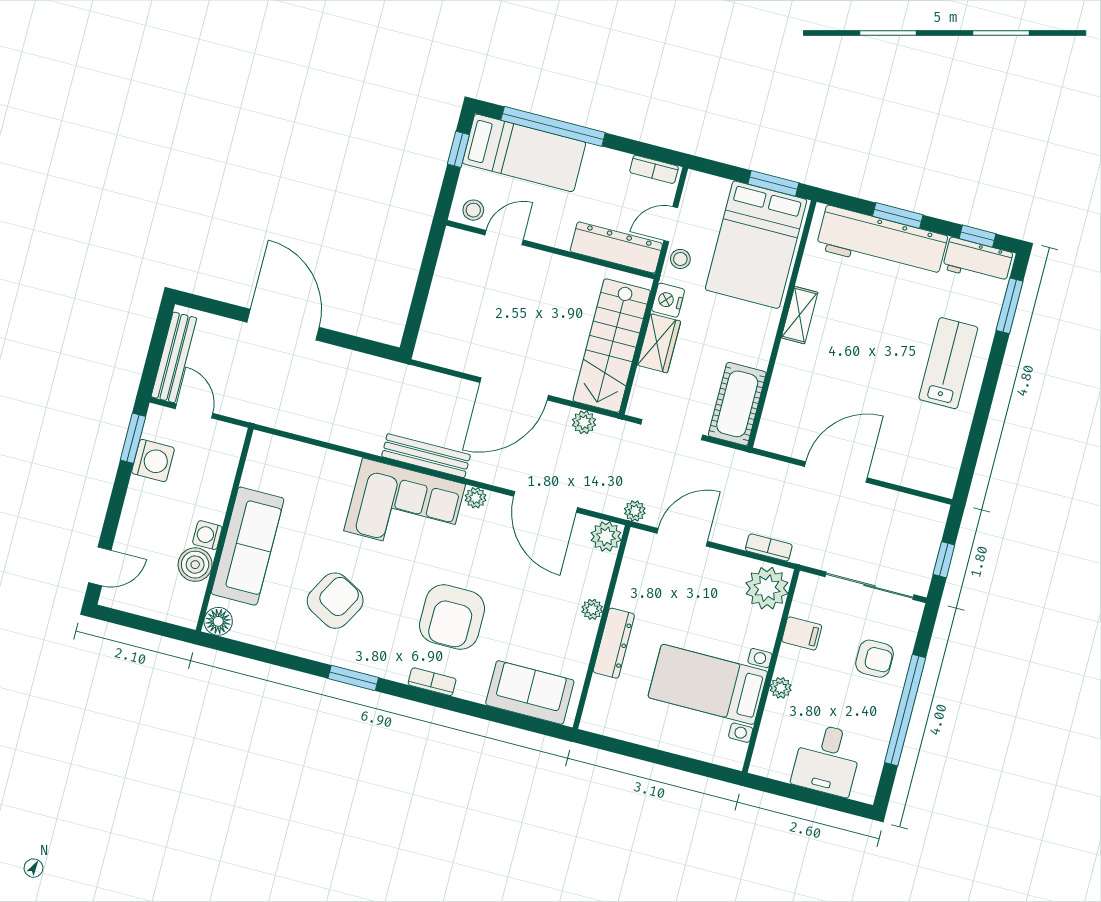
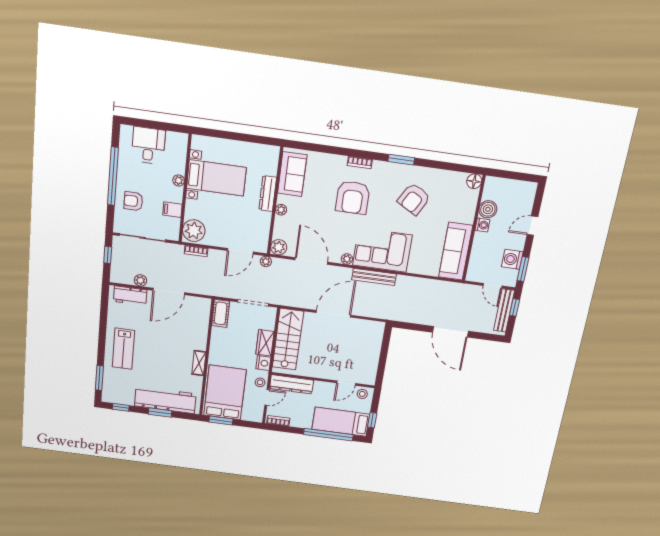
workbench: (978, 261) -> (130, 296), moved, turned 180
window: (153, 361) -> (515, 307), added
cot: (737, 404) -> (221, 313), width x0.73, depth x0.75
plant: (584, 422) -> (140, 280), moved
sofa: (248, 546) -> (456, 251), moved
door: (100, 566) -> (532, 226), moved
armchair: (452, 617) -> (353, 197), turned 180
sofa: (530, 692) -> (292, 174), moved, turned -90

